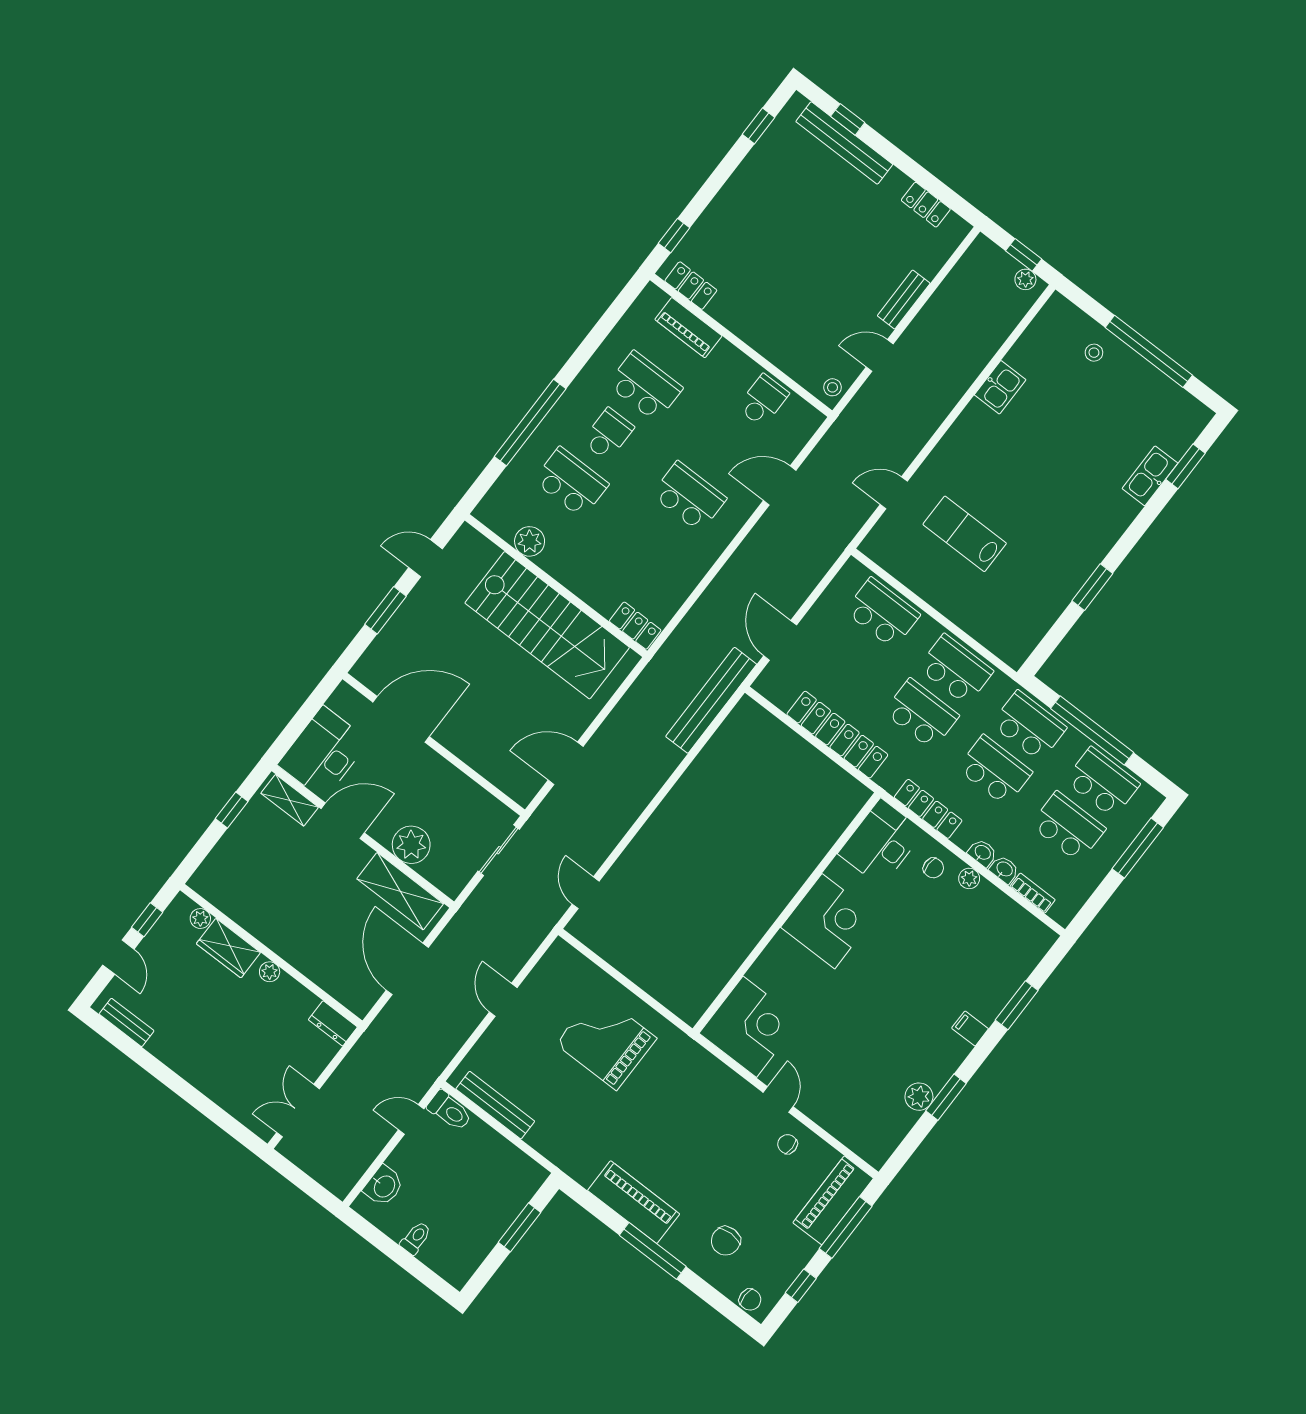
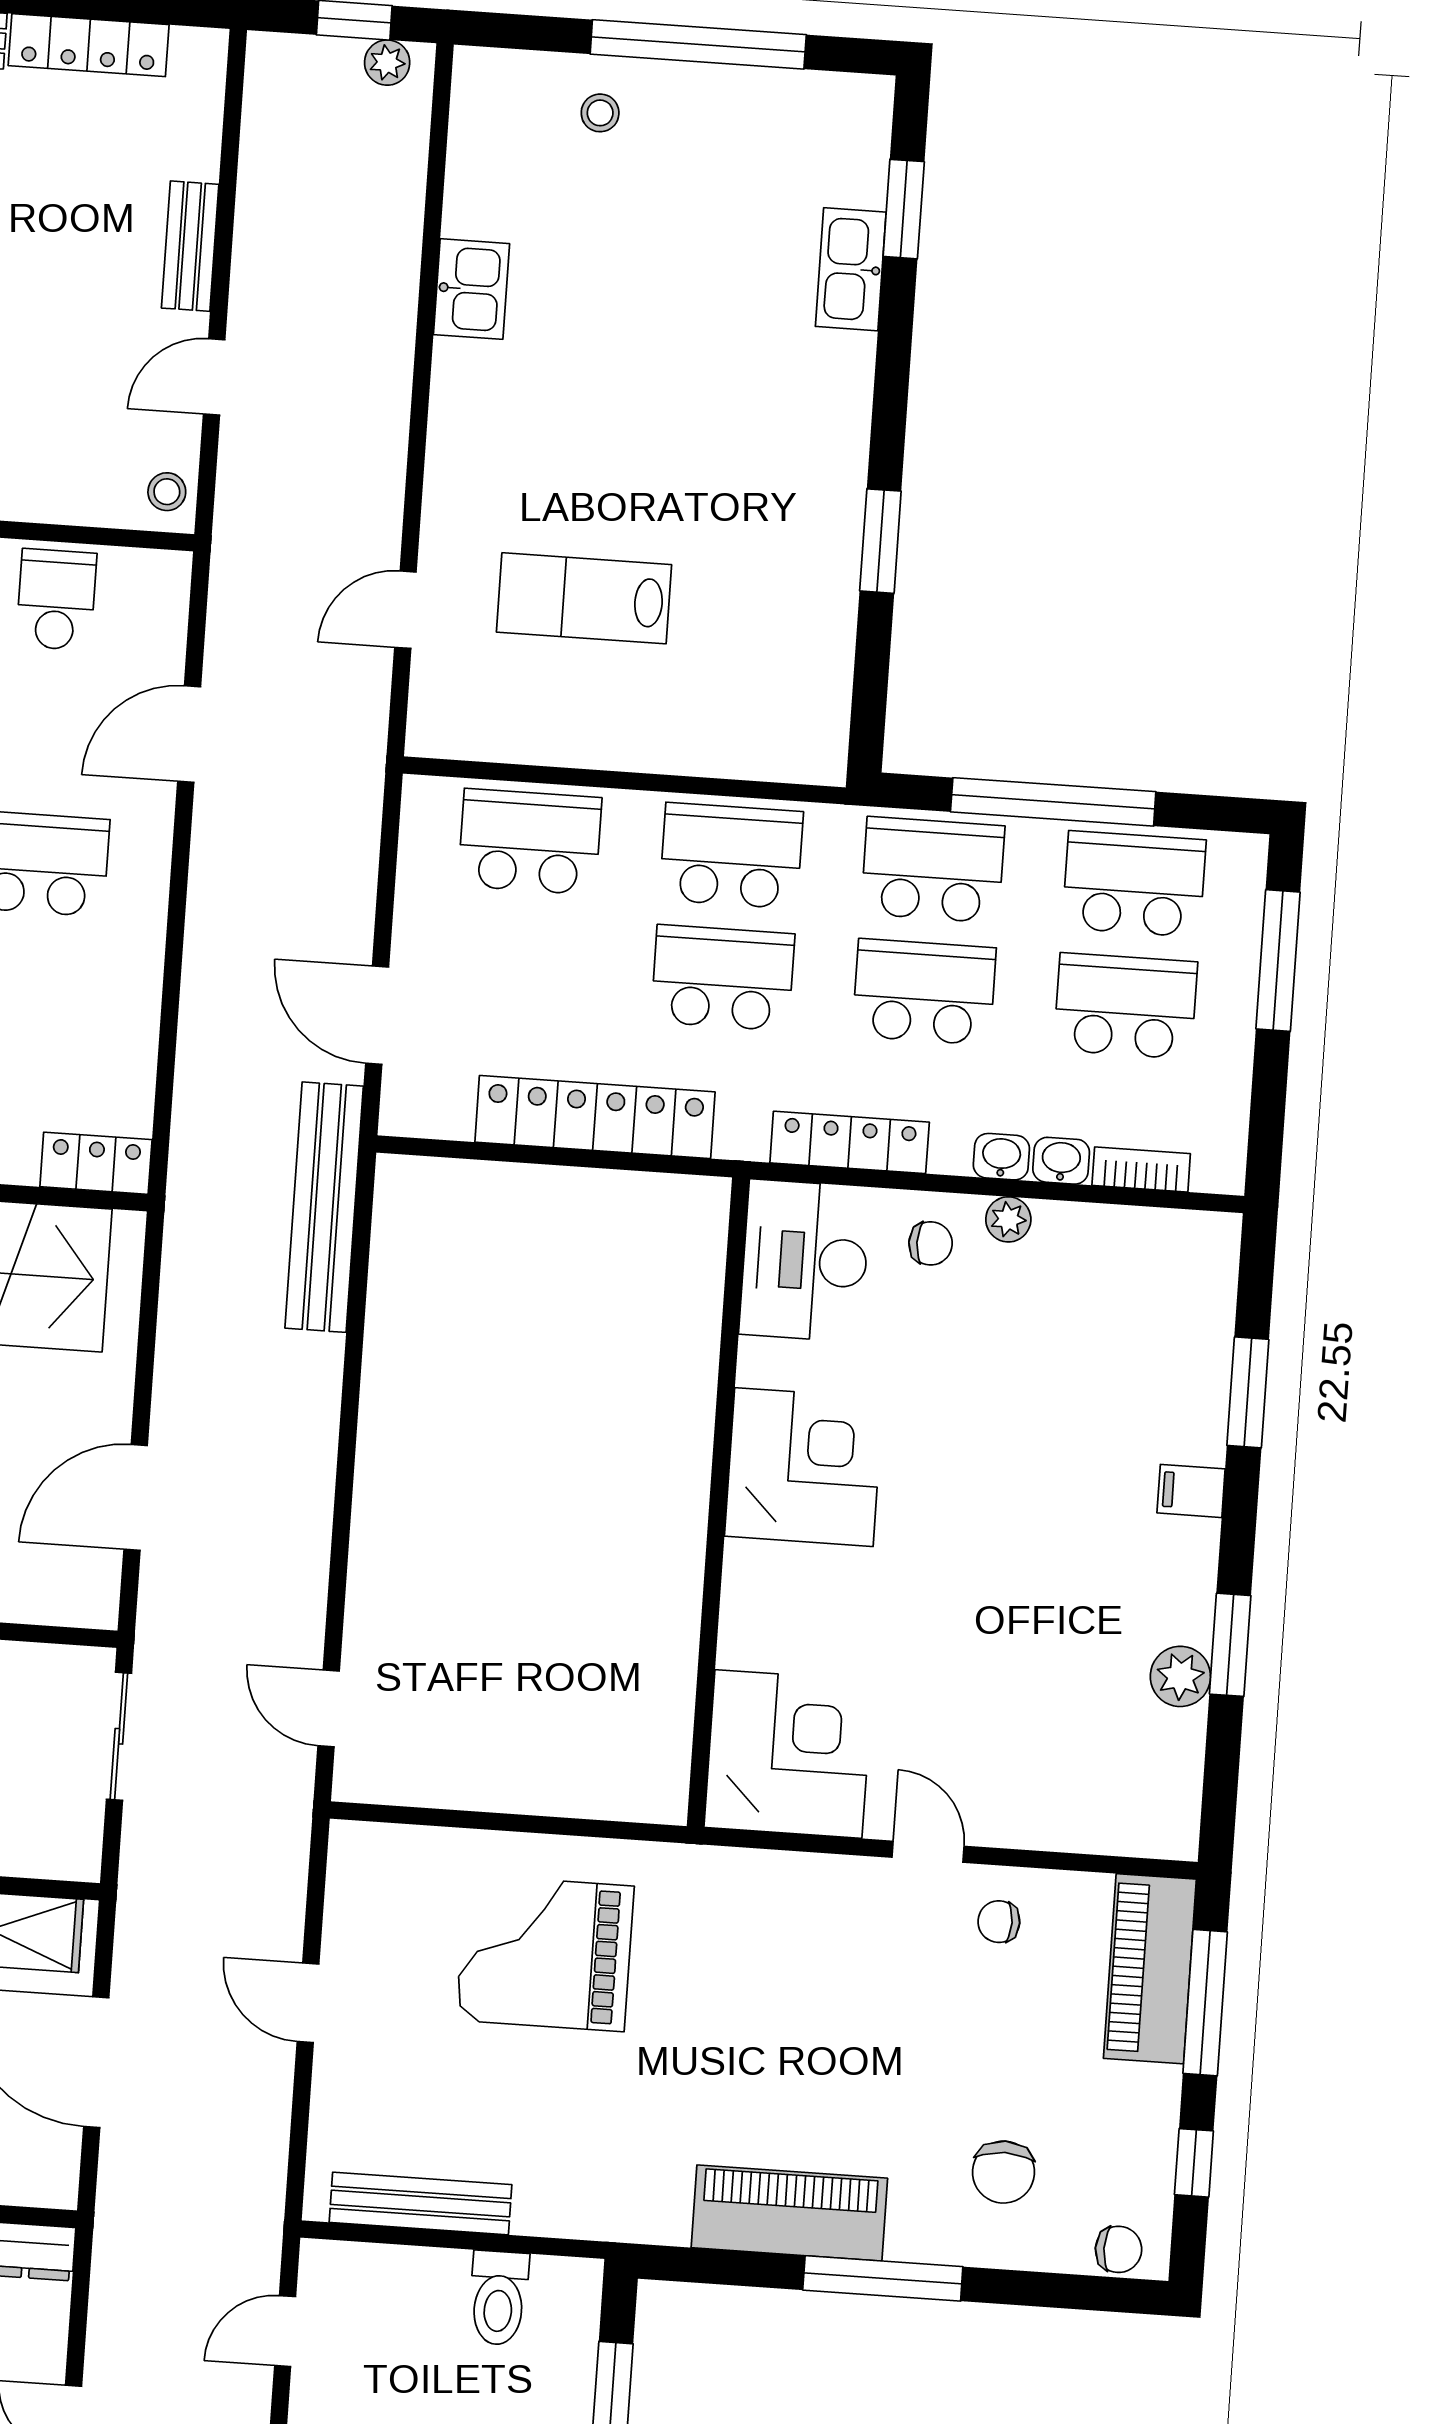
locker: (926, 205) -> (89, 45), width x1.53
toilet: (450, 1111) -> (499, 2298), moved, turned 90

